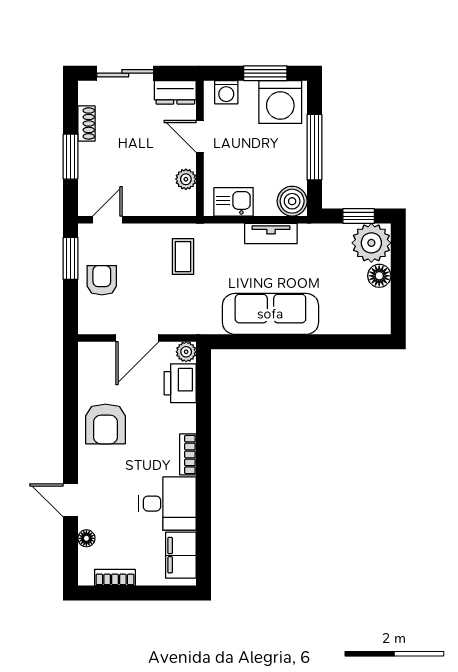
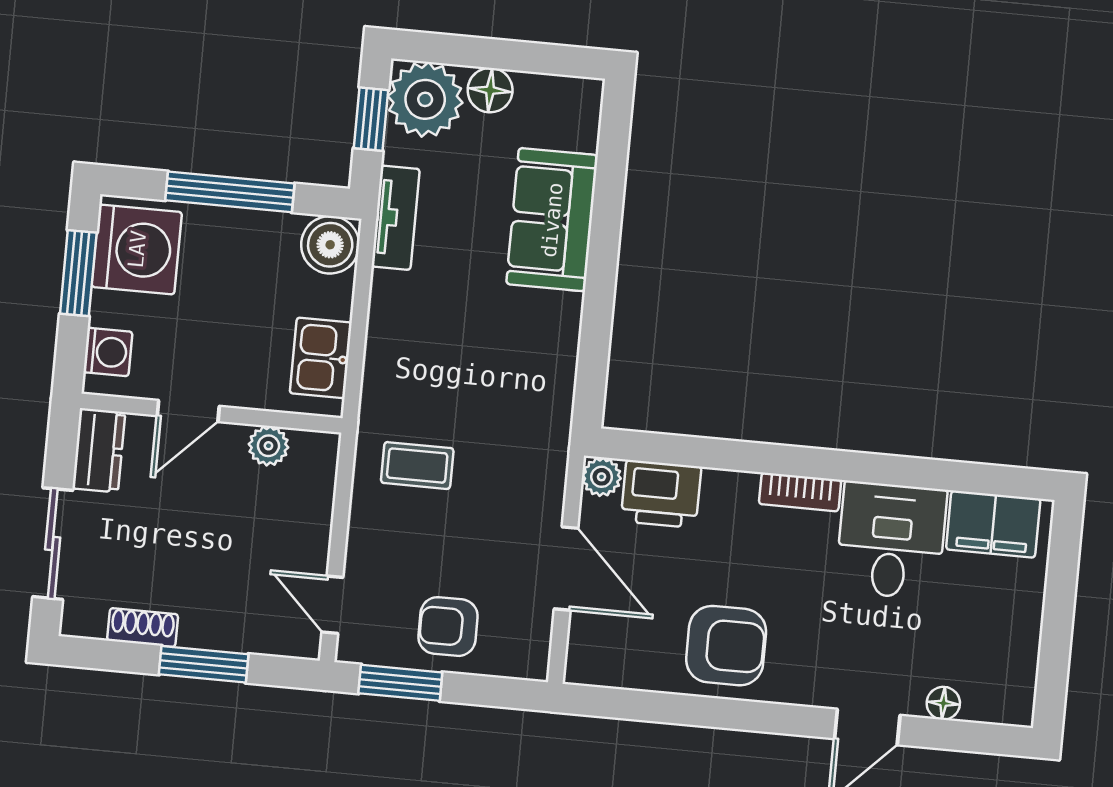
tv unit: (271, 233) -> (396, 218), moved
sofa: (270, 314) -> (552, 220), moved, width x0.73
bookcase: (115, 577) -> (1024, 655), removed

